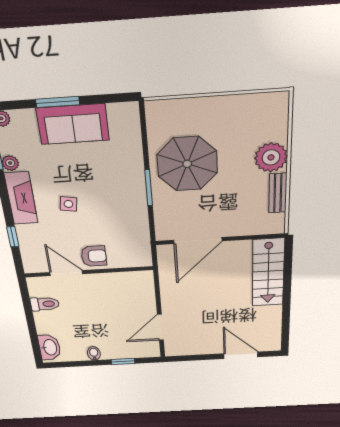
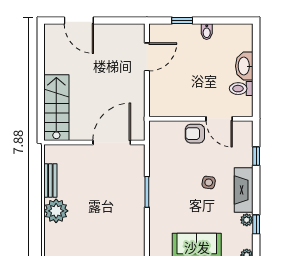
parasol: (187, 164) -> (117, 210), removed
washbasin: (50, 347) -> (244, 66), moved

